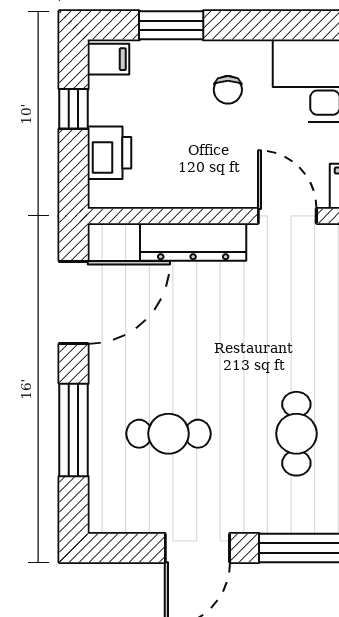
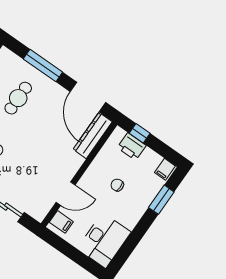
chair: (228, 90) -> (117, 185), moved
window: (74, 109) -> (140, 133), moved
dresser: (193, 242) -> (93, 136), moved

